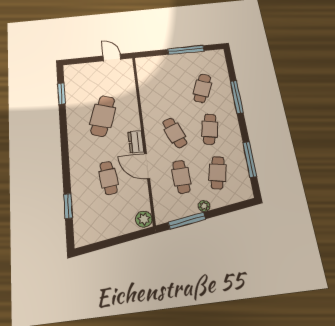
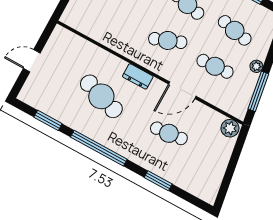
door: (112, 58) -> (32, 61), moved
window: (64, 138) -> (99, 148), added
dresser: (136, 142) -> (138, 76), moved
window: (68, 206) -> (158, 181), moved

